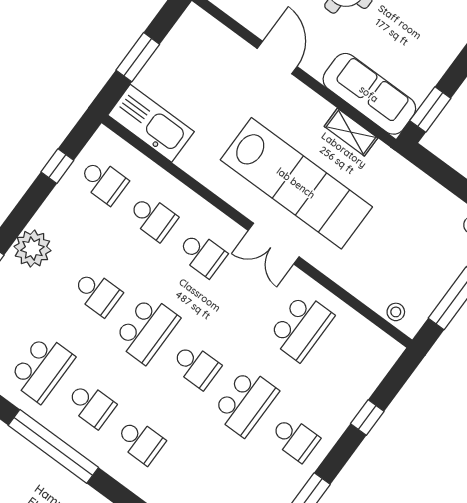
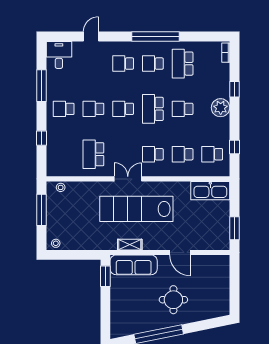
window: (138, 57) -> (234, 228), moved
school desk: (245, 402) -> (93, 109), width x0.54

